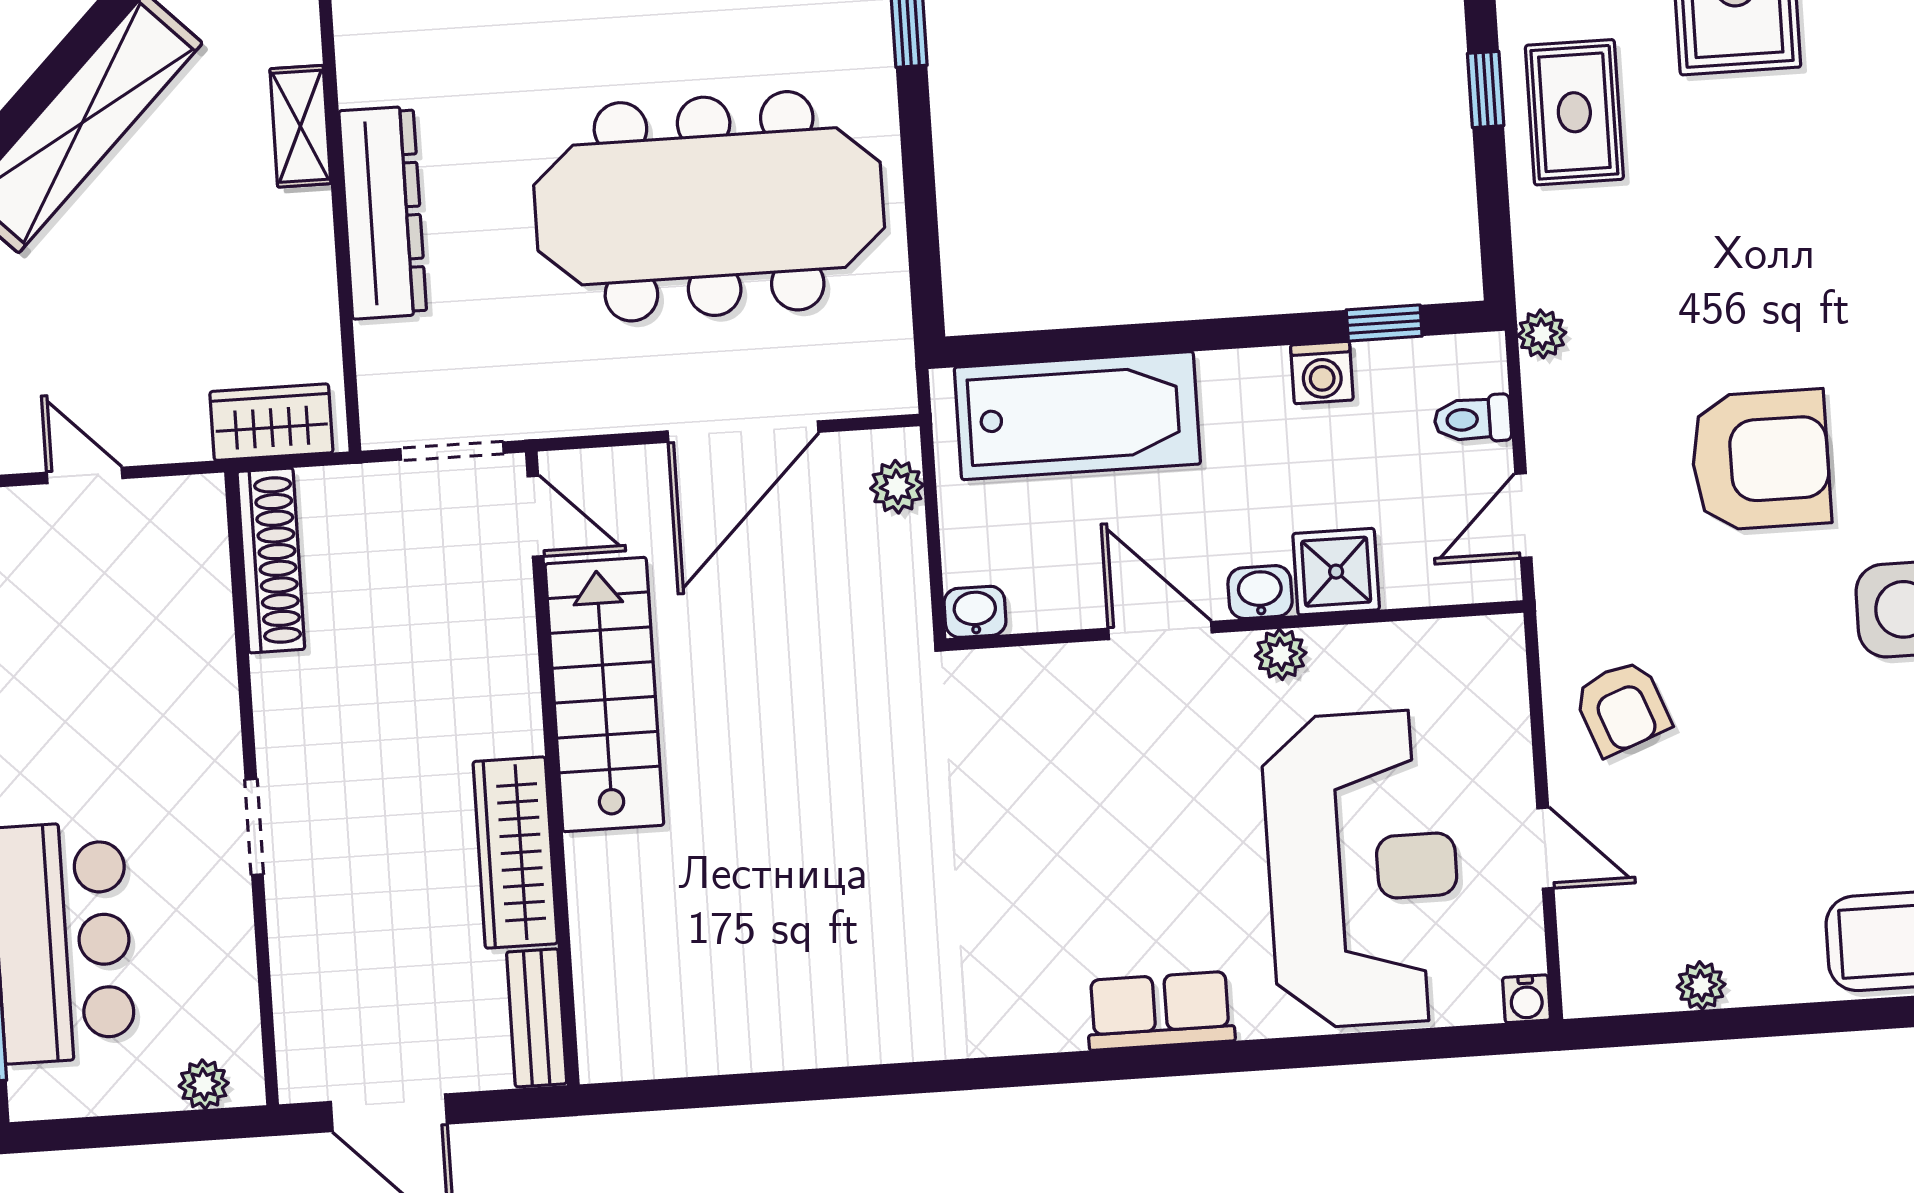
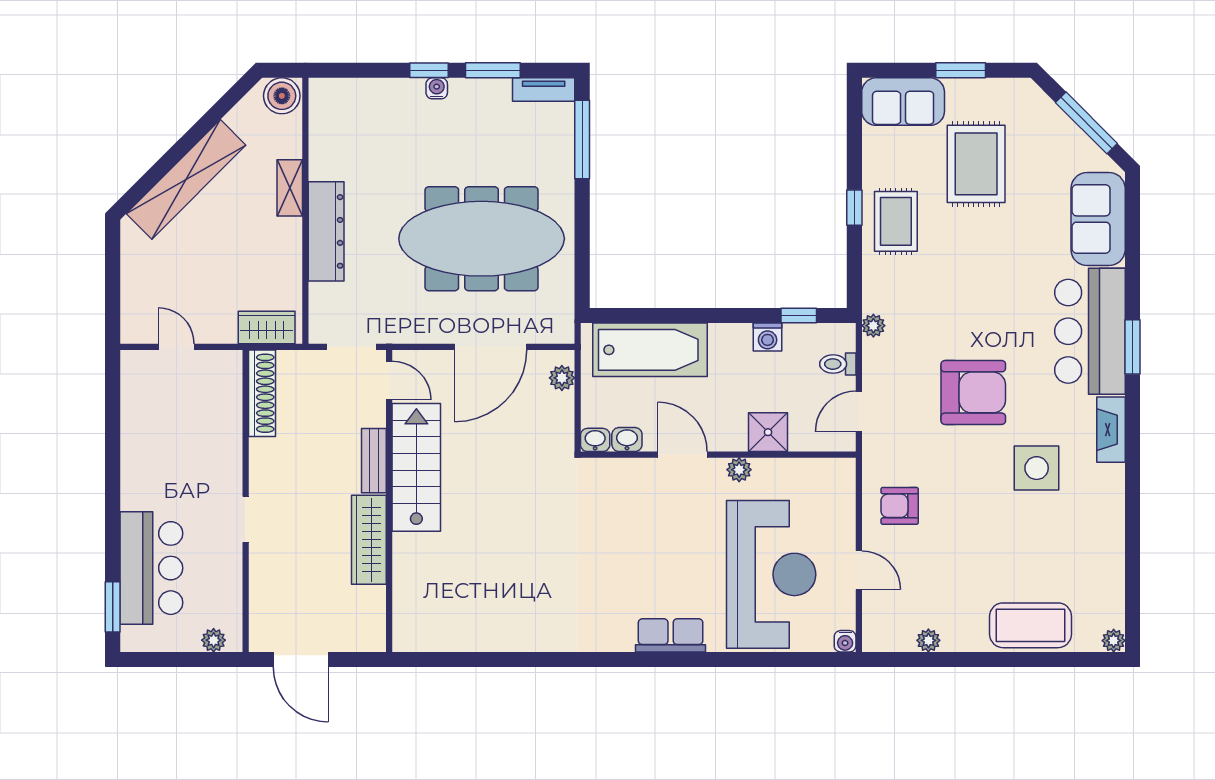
washbasin: (1260, 592) -> (627, 440), moved
armchair: (1622, 708) -> (900, 506), turned 111
bench: (537, 1018) -> (374, 461), moved

